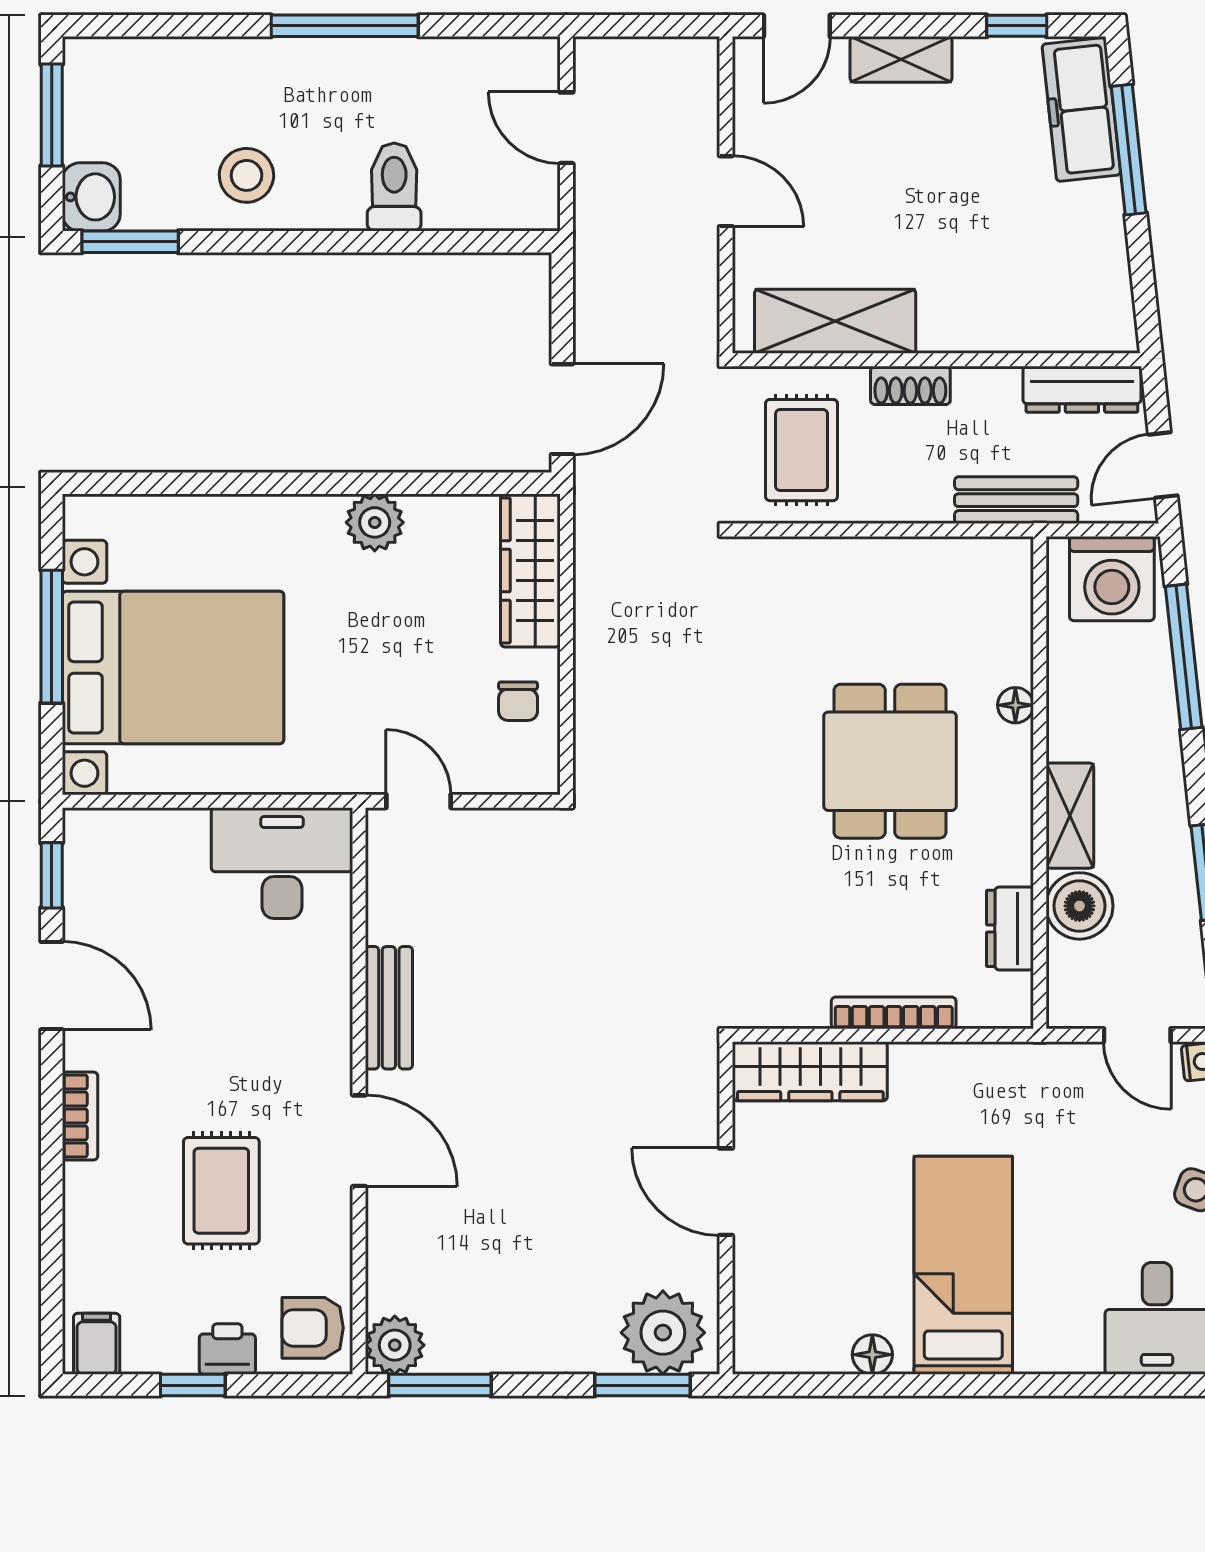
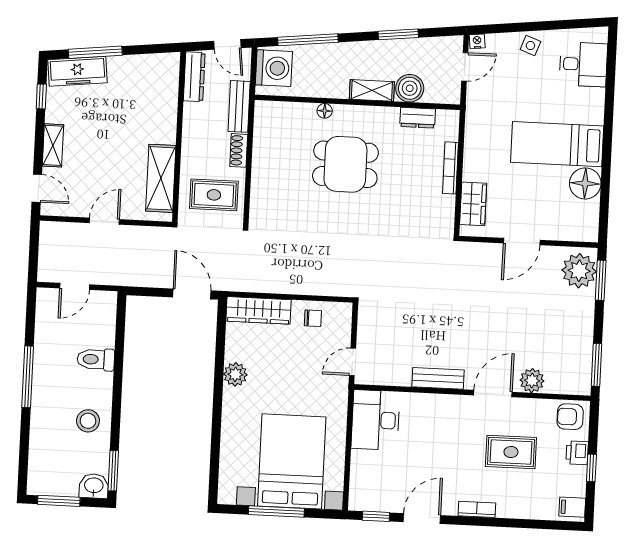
shoe rack: (910, 385) -> (239, 150), moved, turned 180
wardrobe: (810, 1071) -> (473, 204), width x0.67
armchair: (313, 1328) -> (570, 417), turned 90
plant: (395, 1345) -> (532, 381), moved
floor lamp: (872, 1355) -> (585, 183), width x1.89, depth x1.89

